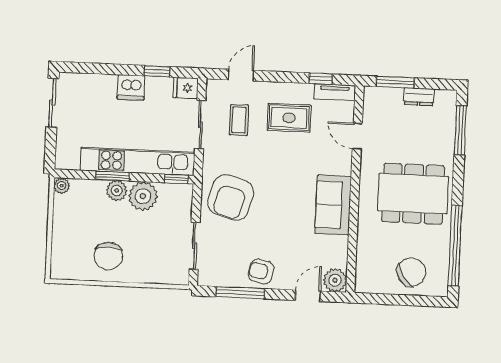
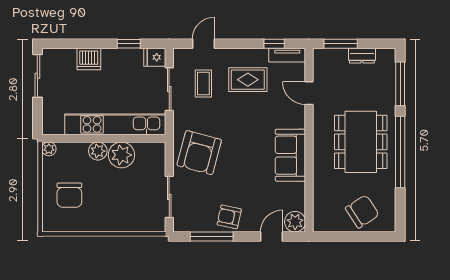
dishwasher: (131, 87) -> (89, 59), moved
window: (112, 176) -> (94, 138), removed
window: (176, 179) -> (150, 138), removed
dining table: (413, 194) -> (361, 142), turned 90
window: (455, 246) -> (400, 152), moved
chair: (108, 256) -> (69, 195), moved

